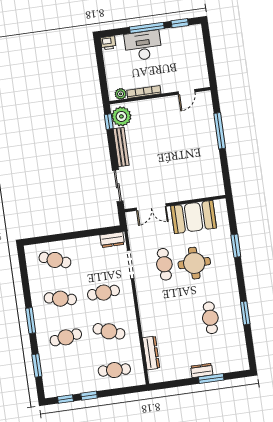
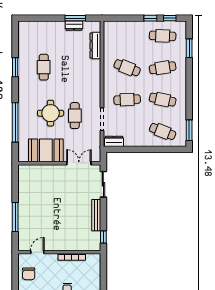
chair: (193, 64) -> (29, 274), added
plant: (121, 94) -> (91, 258), removed
plant: (121, 116) -> (93, 240), removed
window: (236, 246) -> (15, 122), width x2.11
window: (31, 321) -> (189, 130), moved
cafe table: (114, 370) -> (163, 36), moved
dresser: (202, 370) -> (74, 26), moved
window: (211, 379) -> (75, 18), moved

